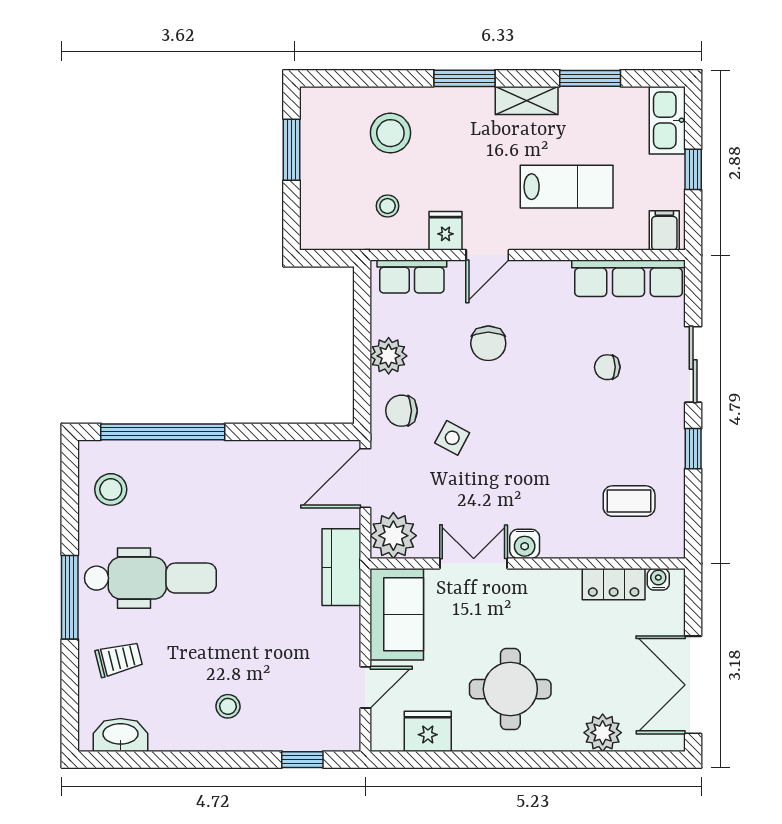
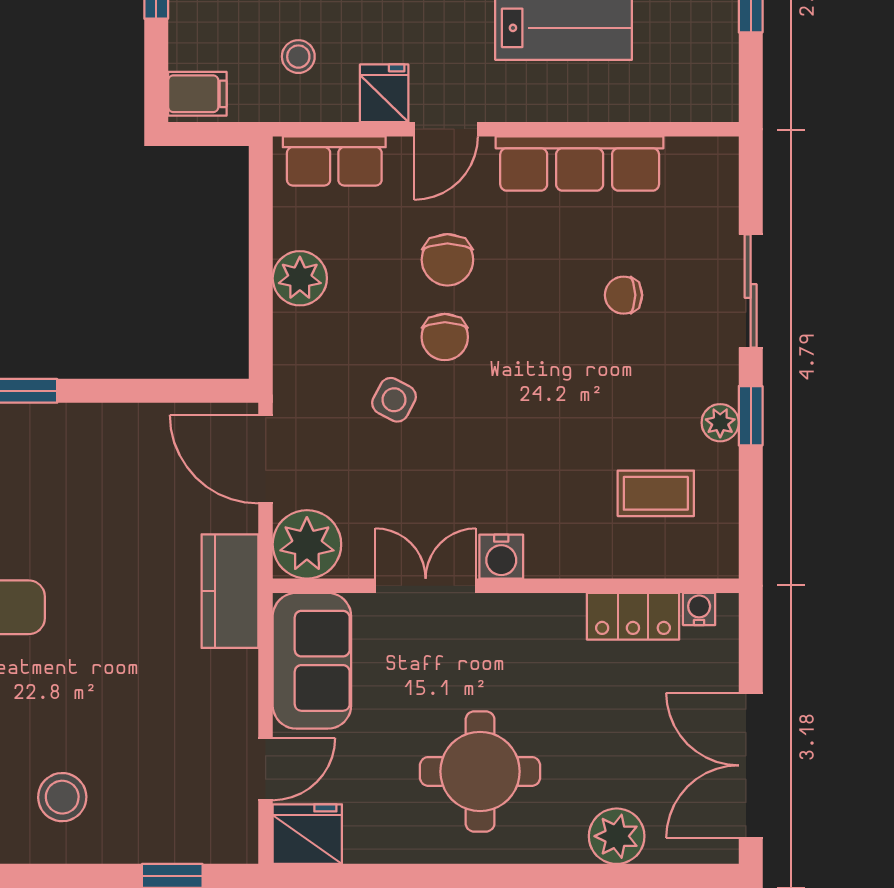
filing cabinet: (664, 230) -> (197, 94), moved, turned 90
row of seats: (628, 278) -> (580, 163), moved
chair: (401, 411) -> (445, 337), moved, turned -90
plant: (673, 453) -> (720, 423), added
door: (365, 478) -> (266, 459), hinge flipped
stool: (228, 706) -> (62, 797), width x1.37, depth x1.37
fridge: (428, 731) -> (307, 834), moved

